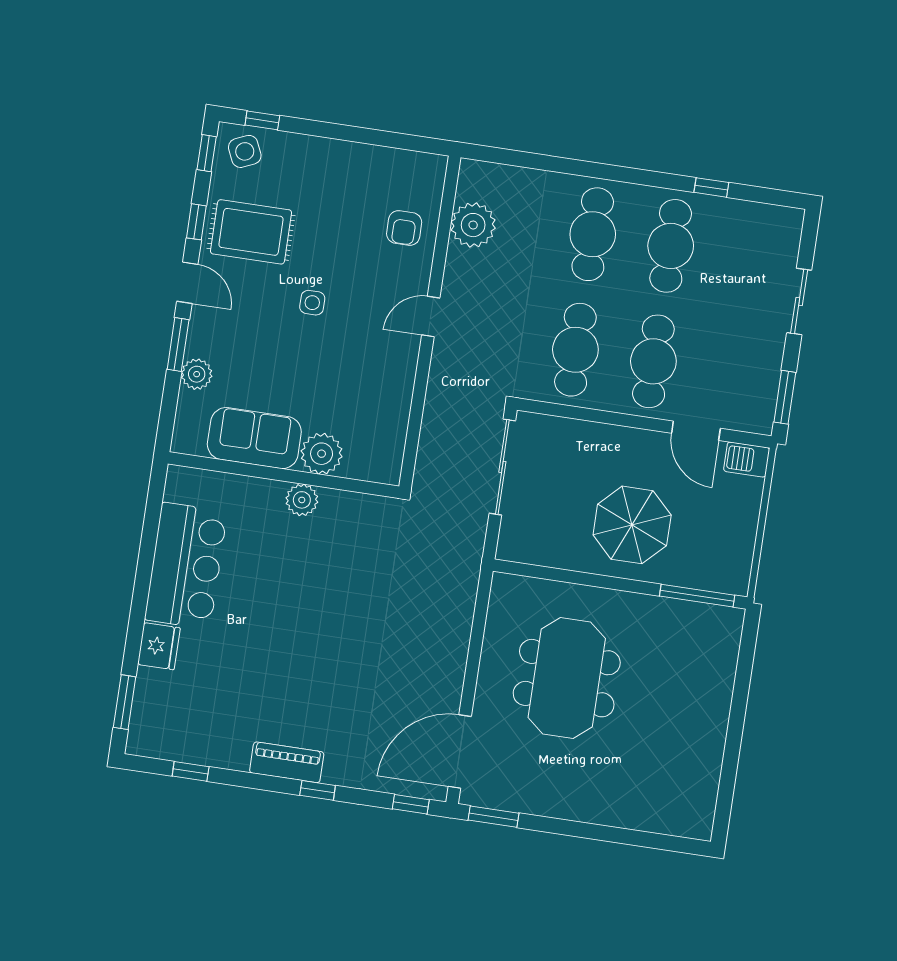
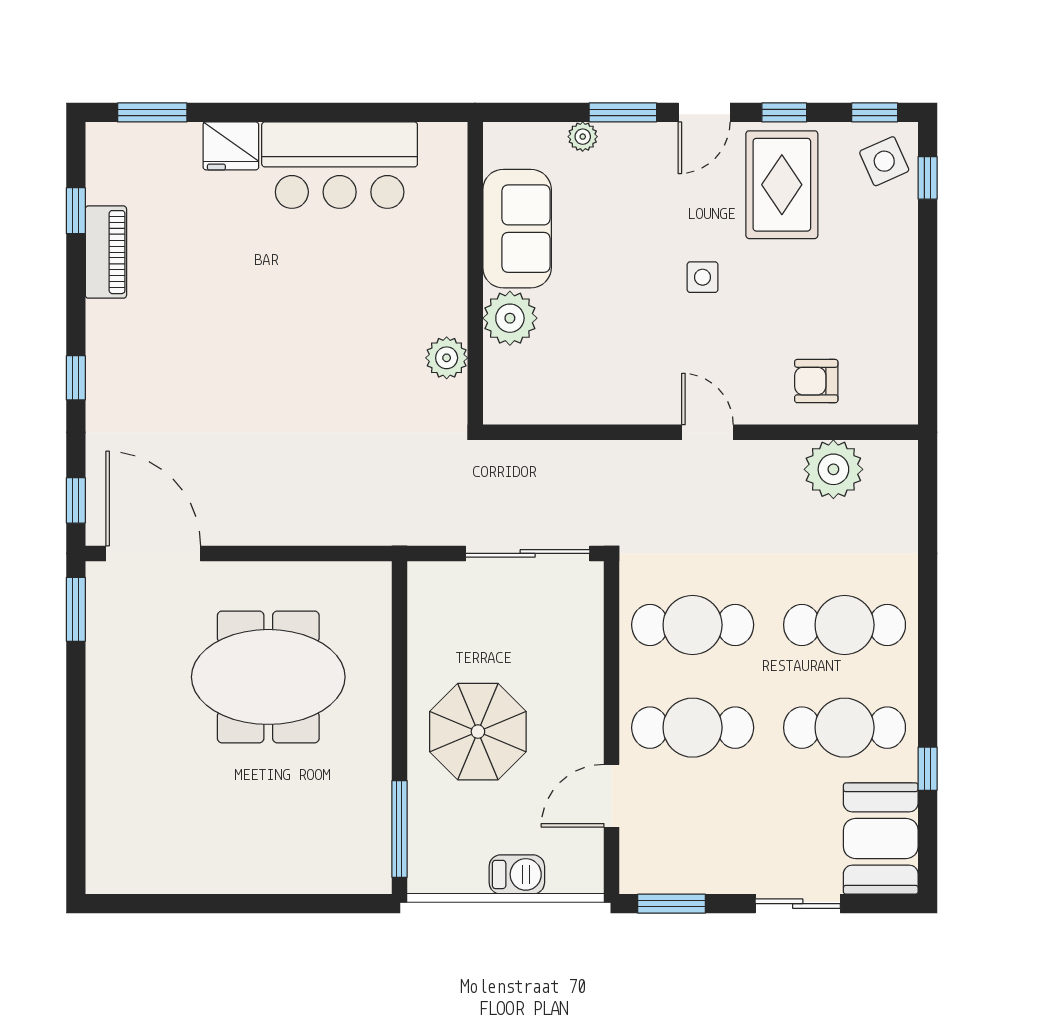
booth: (759, 231) -> (881, 838), added
plant: (197, 374) -> (583, 137), width x0.73, depth x0.73
barbecue: (747, 459) -> (517, 874), moved, turned 90
plant: (302, 500) -> (447, 358), moved
piano: (287, 762) -> (106, 252), moved

